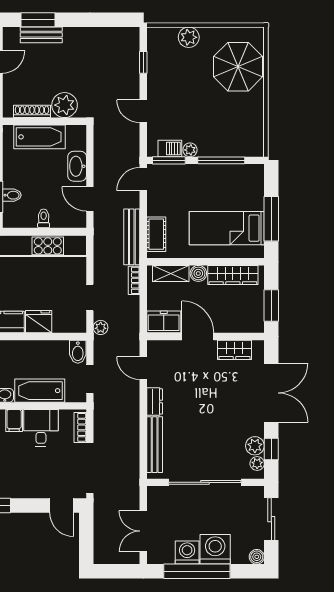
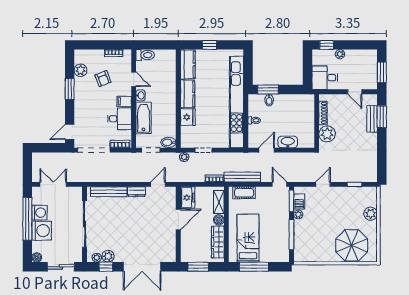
bathtub: (39, 137) -> (307, 118), removed
wardrobe: (235, 350) -> (170, 243), removed

